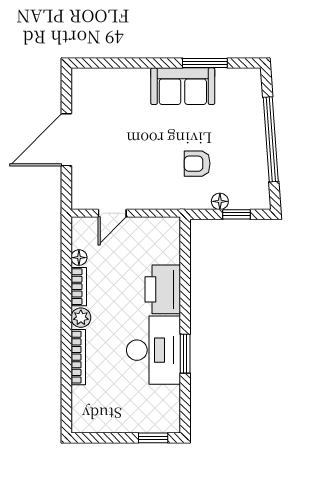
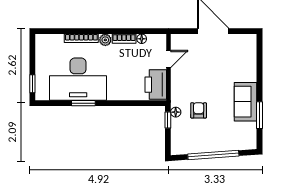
floor lamp: (220, 201) -> (176, 112), moved
door: (112, 213) -> (169, 59), swing flipped
window: (237, 214) -> (168, 120), moved
printer: (163, 289) -> (156, 85), moved, turned -90
desk: (154, 350) -> (78, 79), width x1.36, depth x1.30

